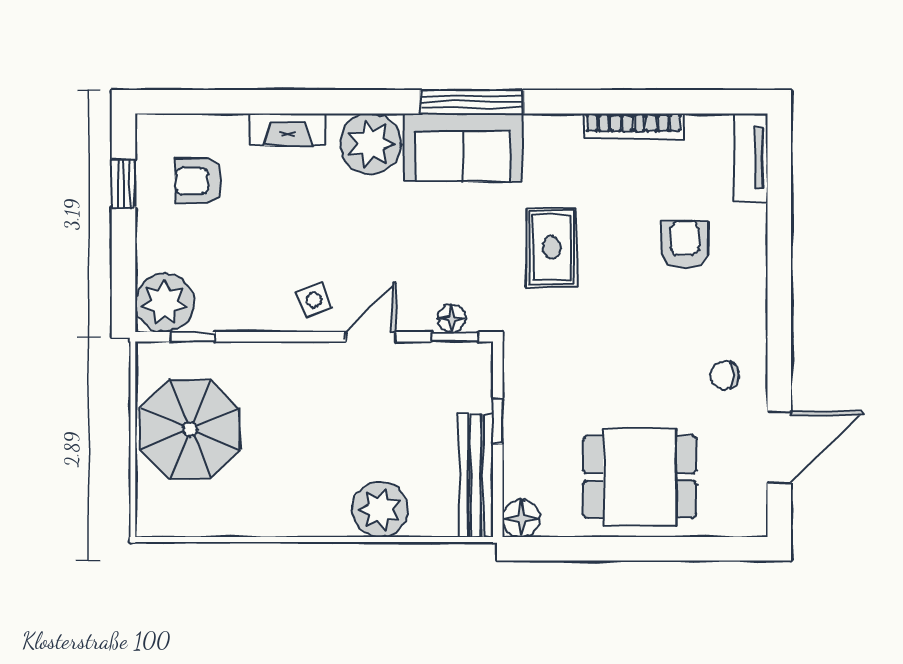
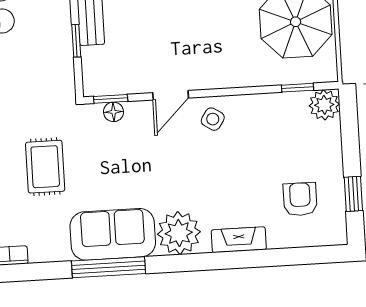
armchair: (198, 181) -> (300, 199), turned -90
side table: (314, 300) -> (213, 119), turned -35
plant: (165, 303) -> (324, 105), width x0.73, depth x0.73

